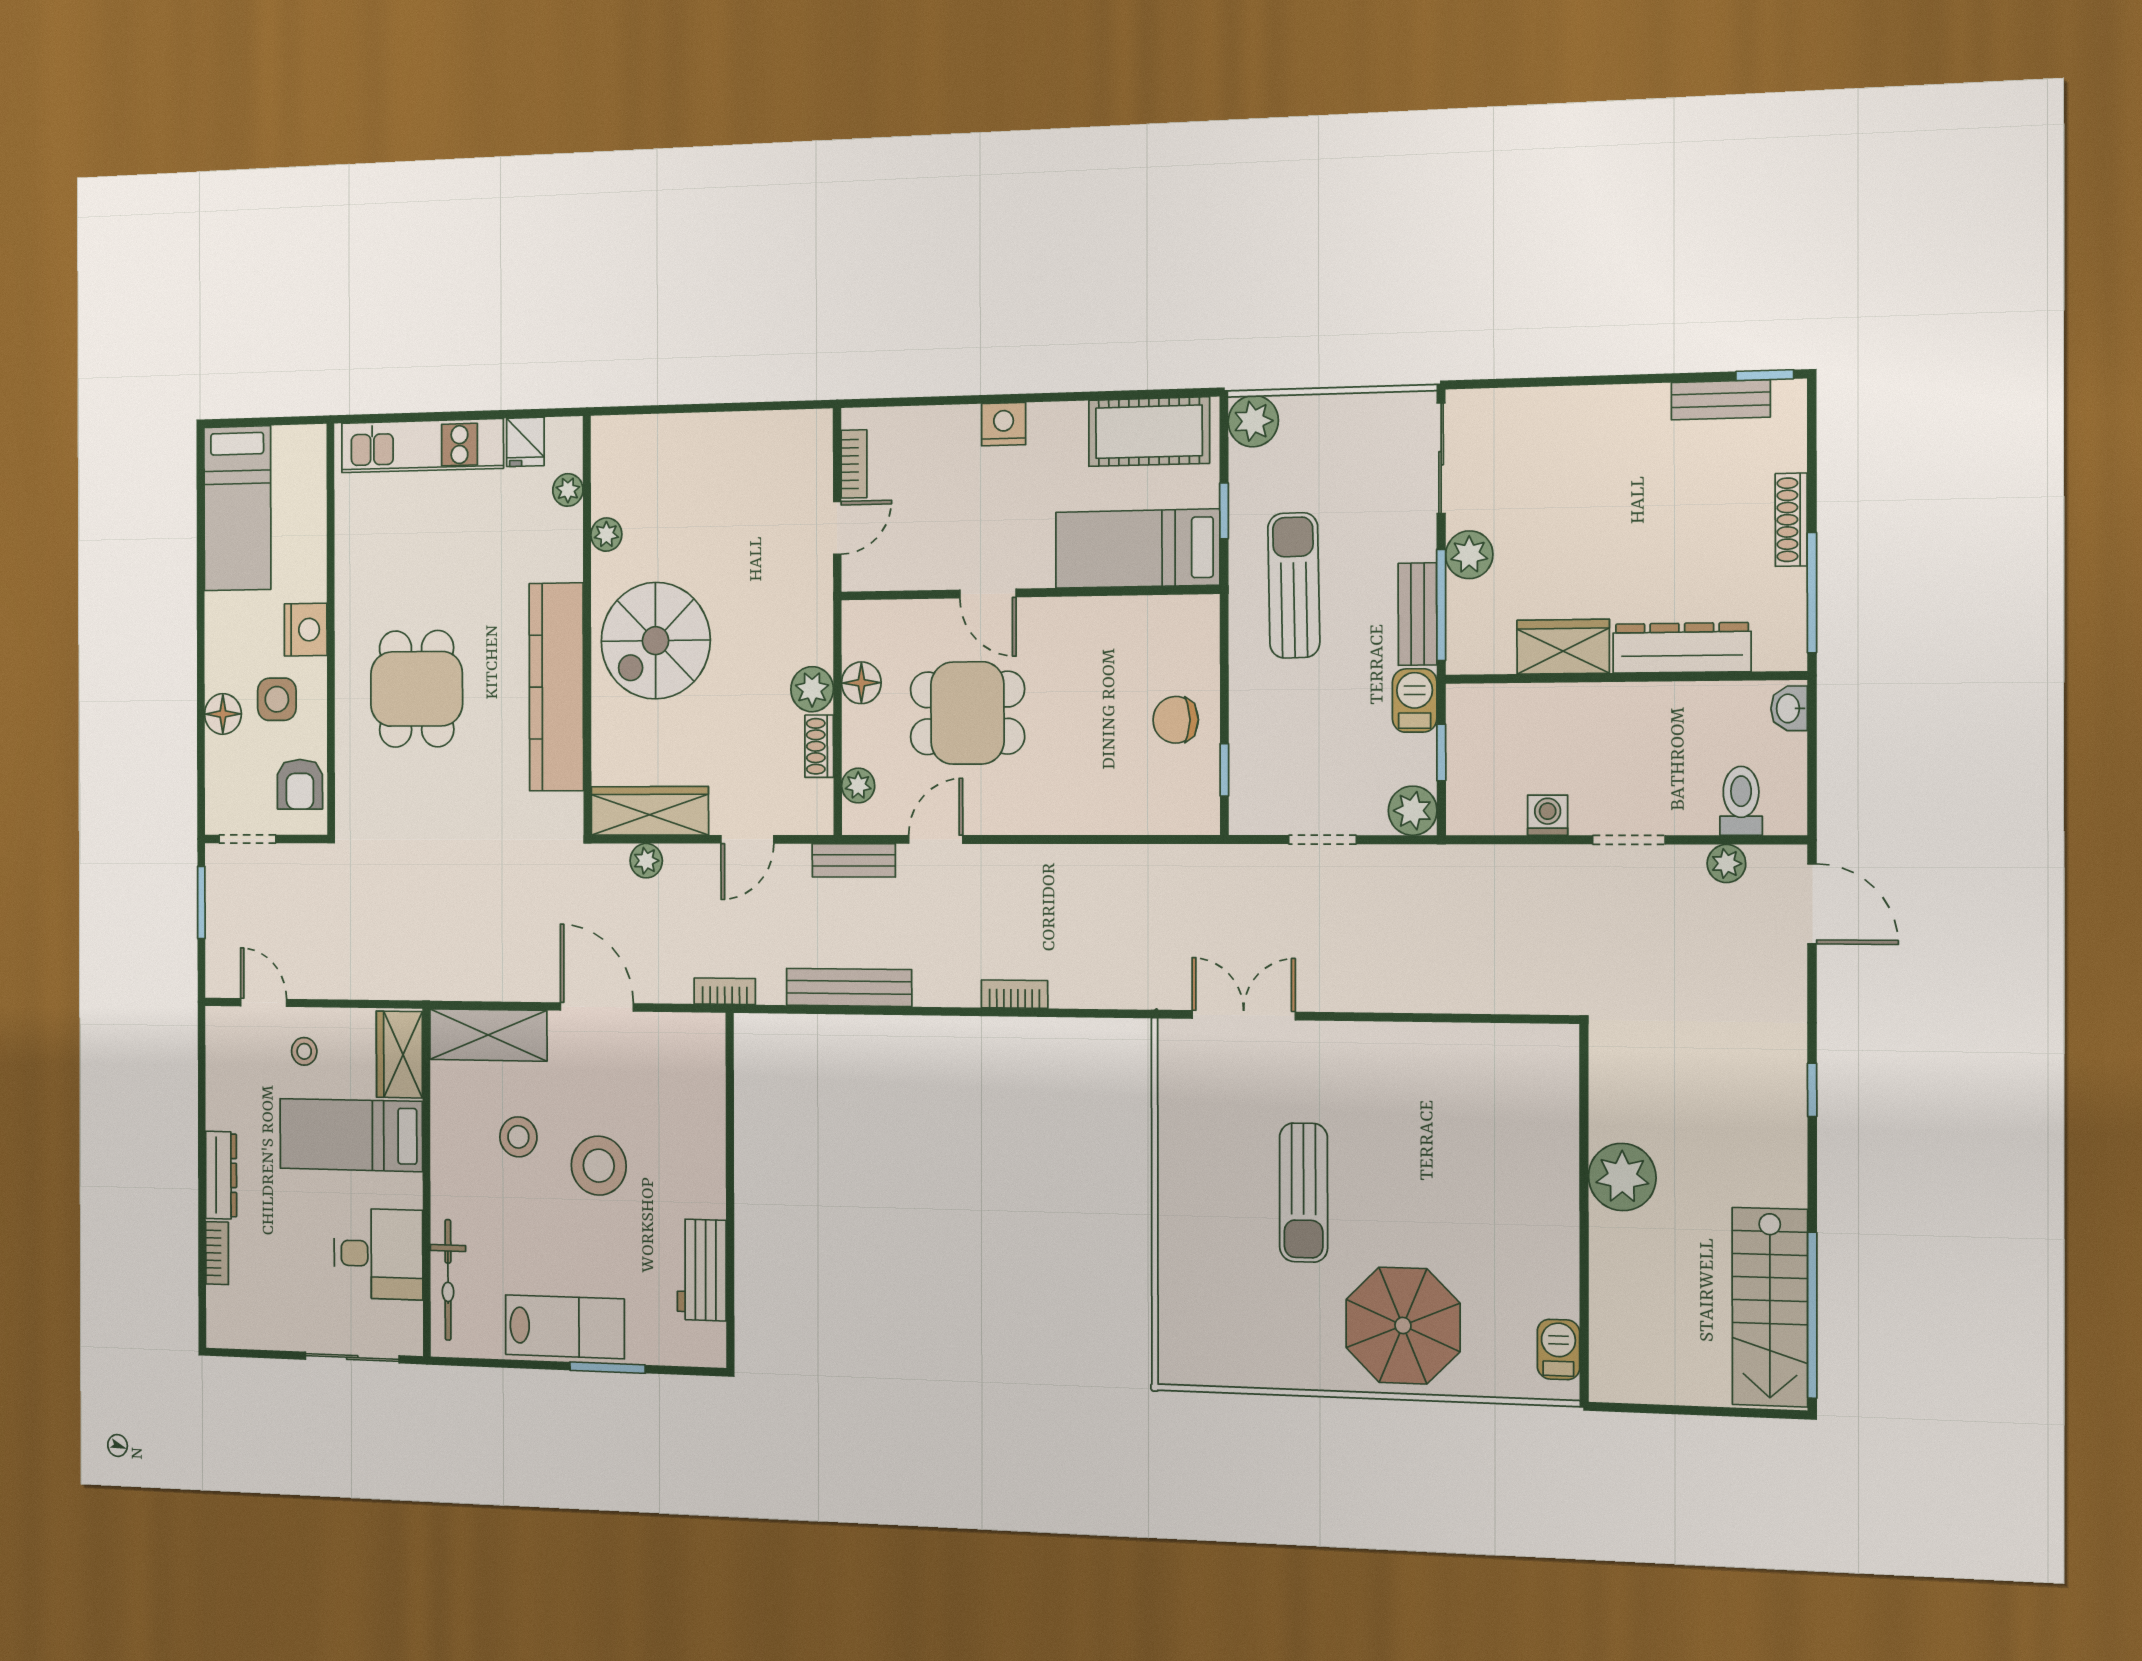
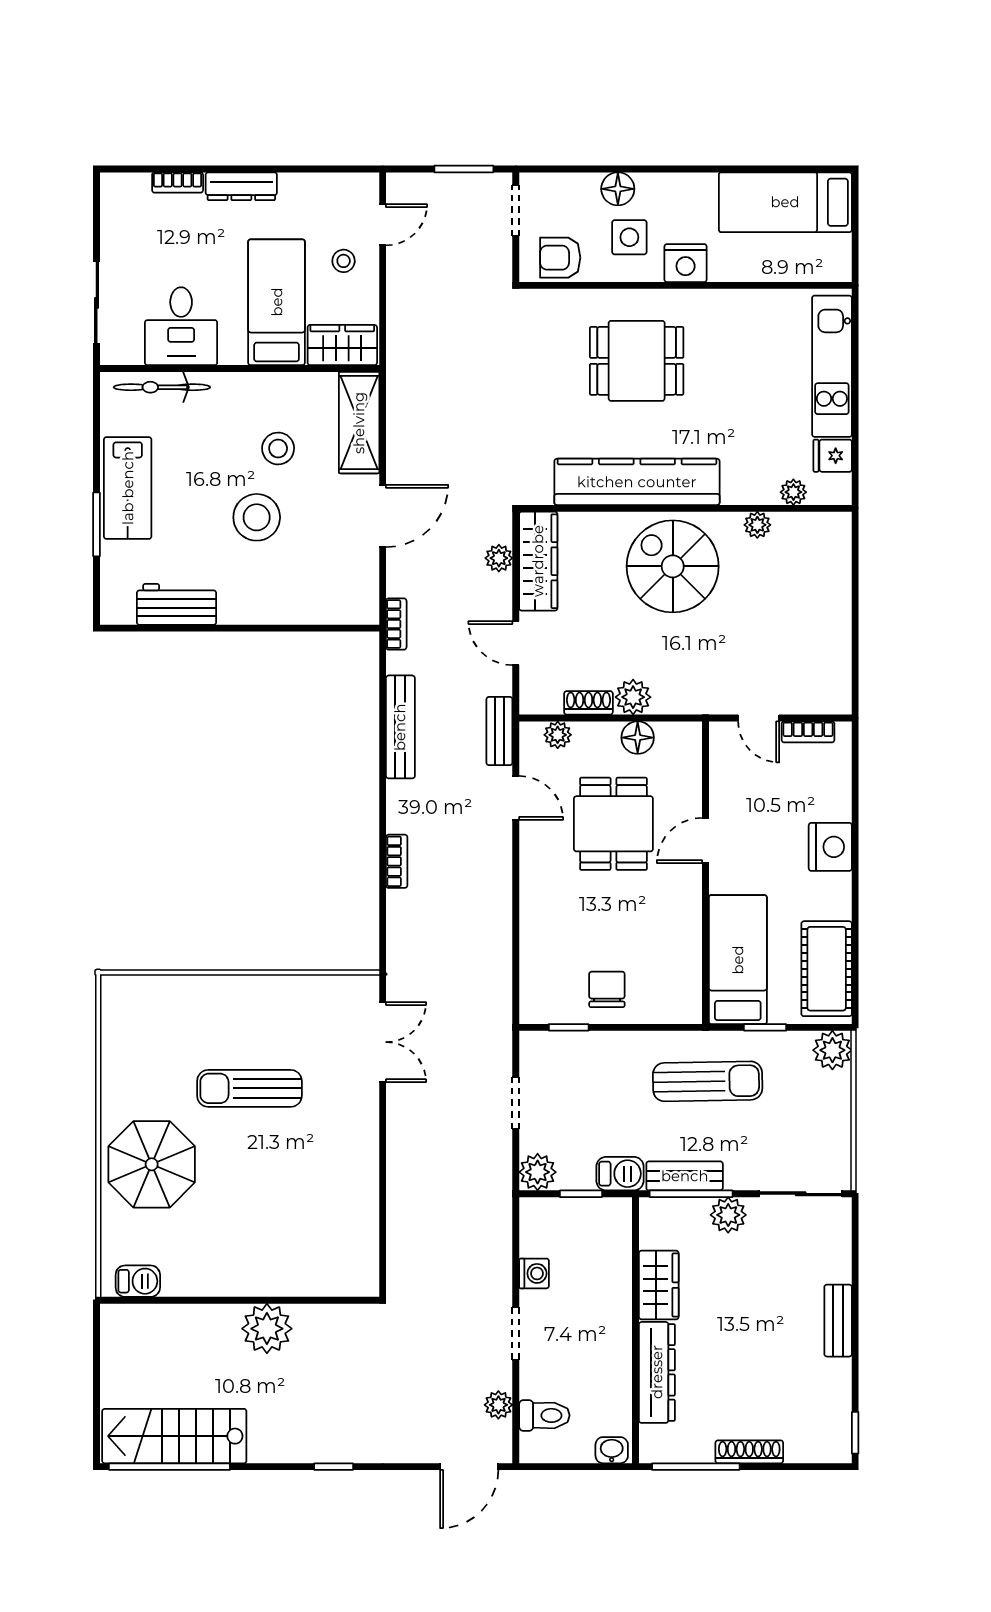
bench: (1721, 400) -> (838, 1321), moved
nightstand: (1004, 424) -> (830, 847), width x1.36, depth x1.33

